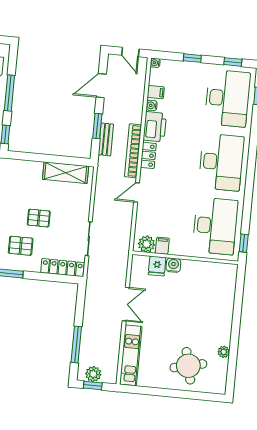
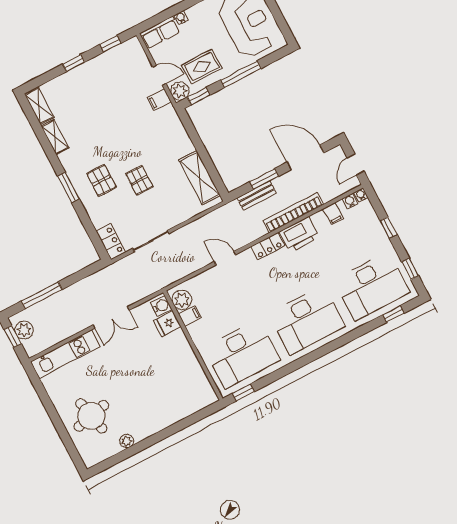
door: (101, 86) -> (305, 157), width x1.36
water cooler: (152, 105) -> (350, 201), moved
bookcase: (133, 151) -> (293, 213), moved
water cooler: (173, 265) -> (161, 306), moved
locker: (62, 268) -> (111, 242), width x0.66

